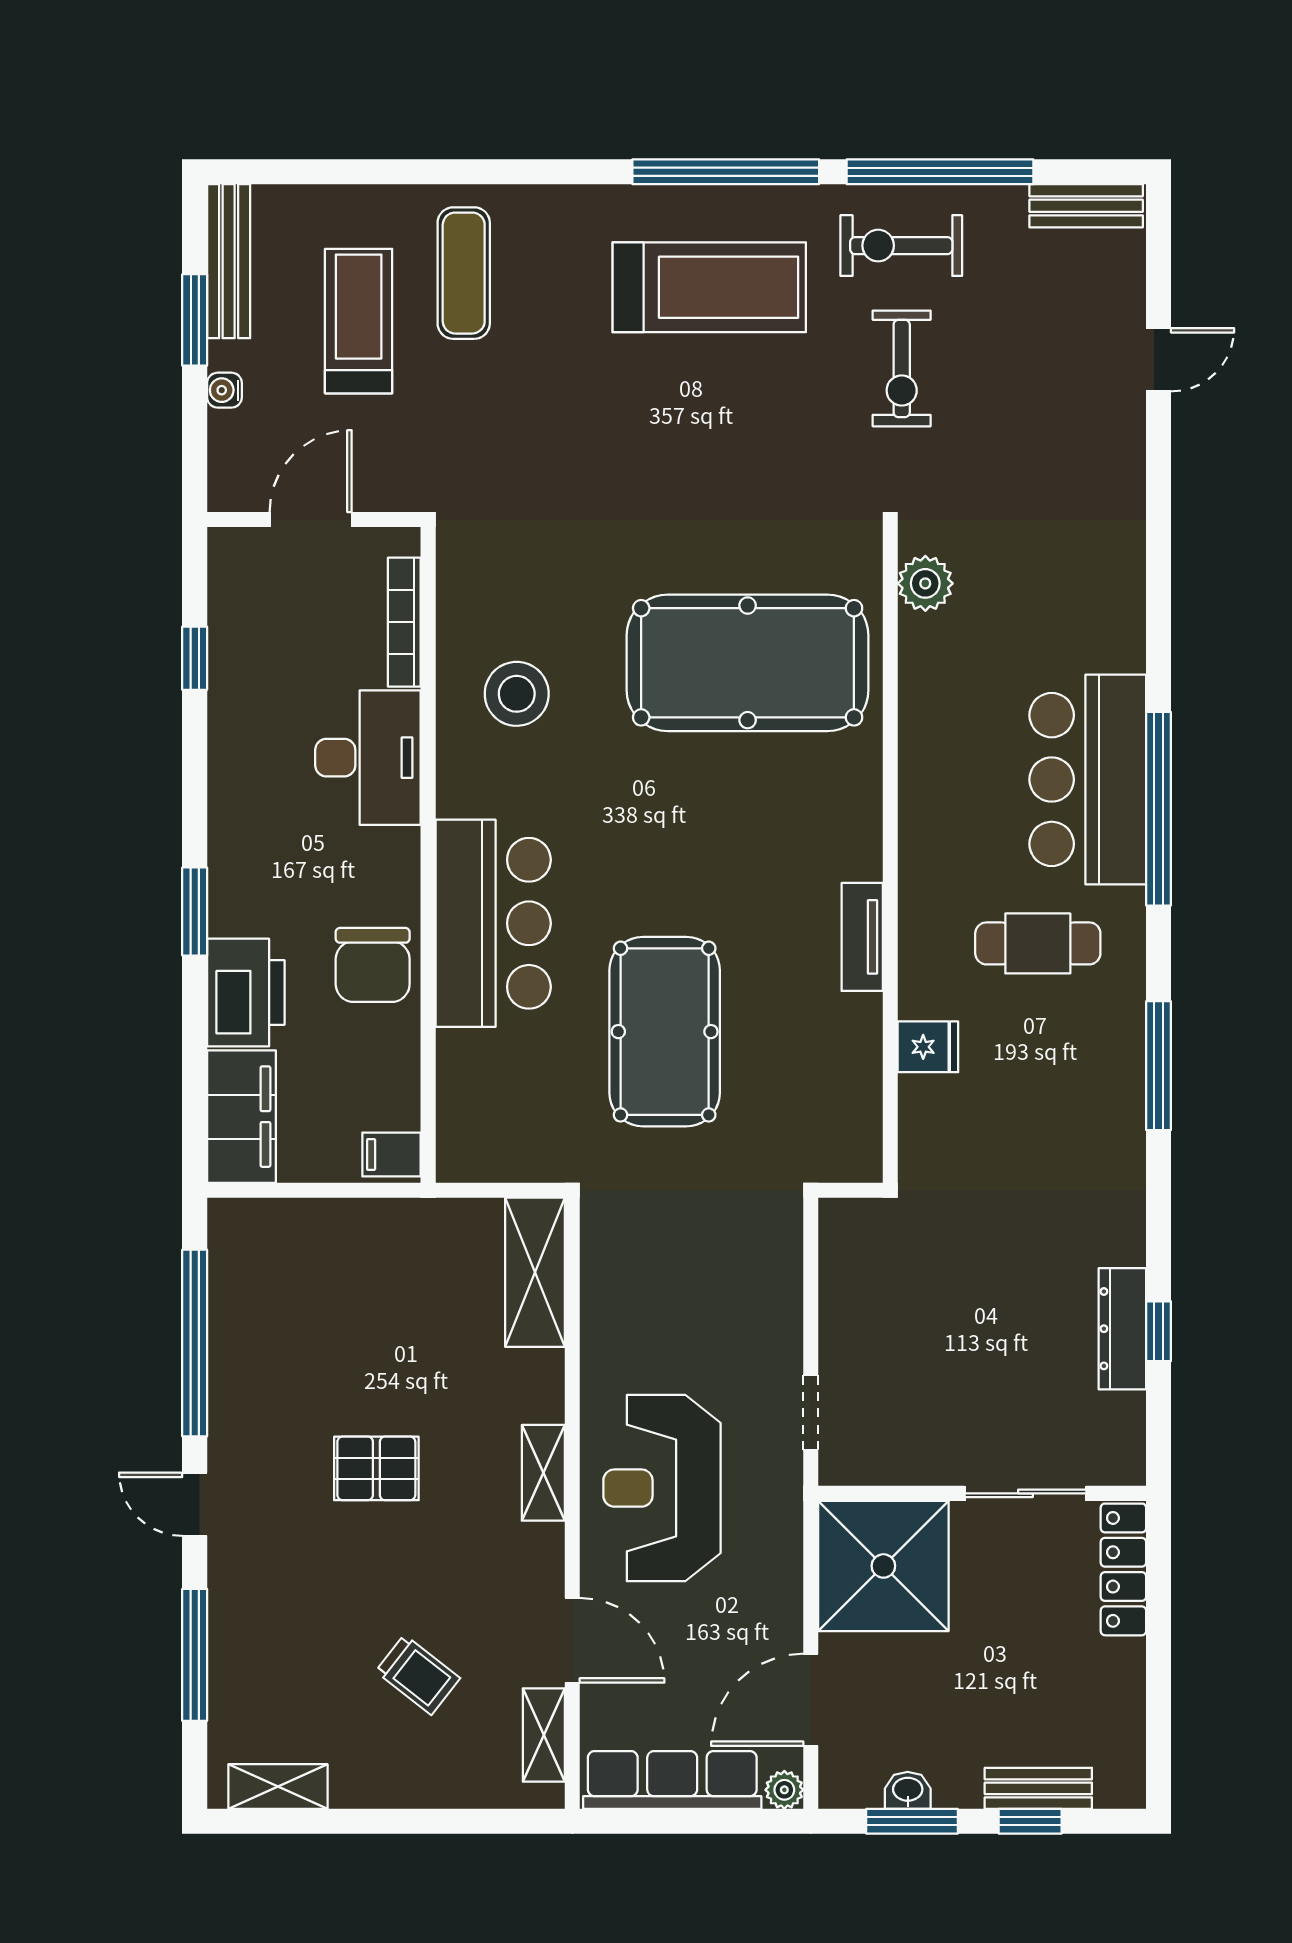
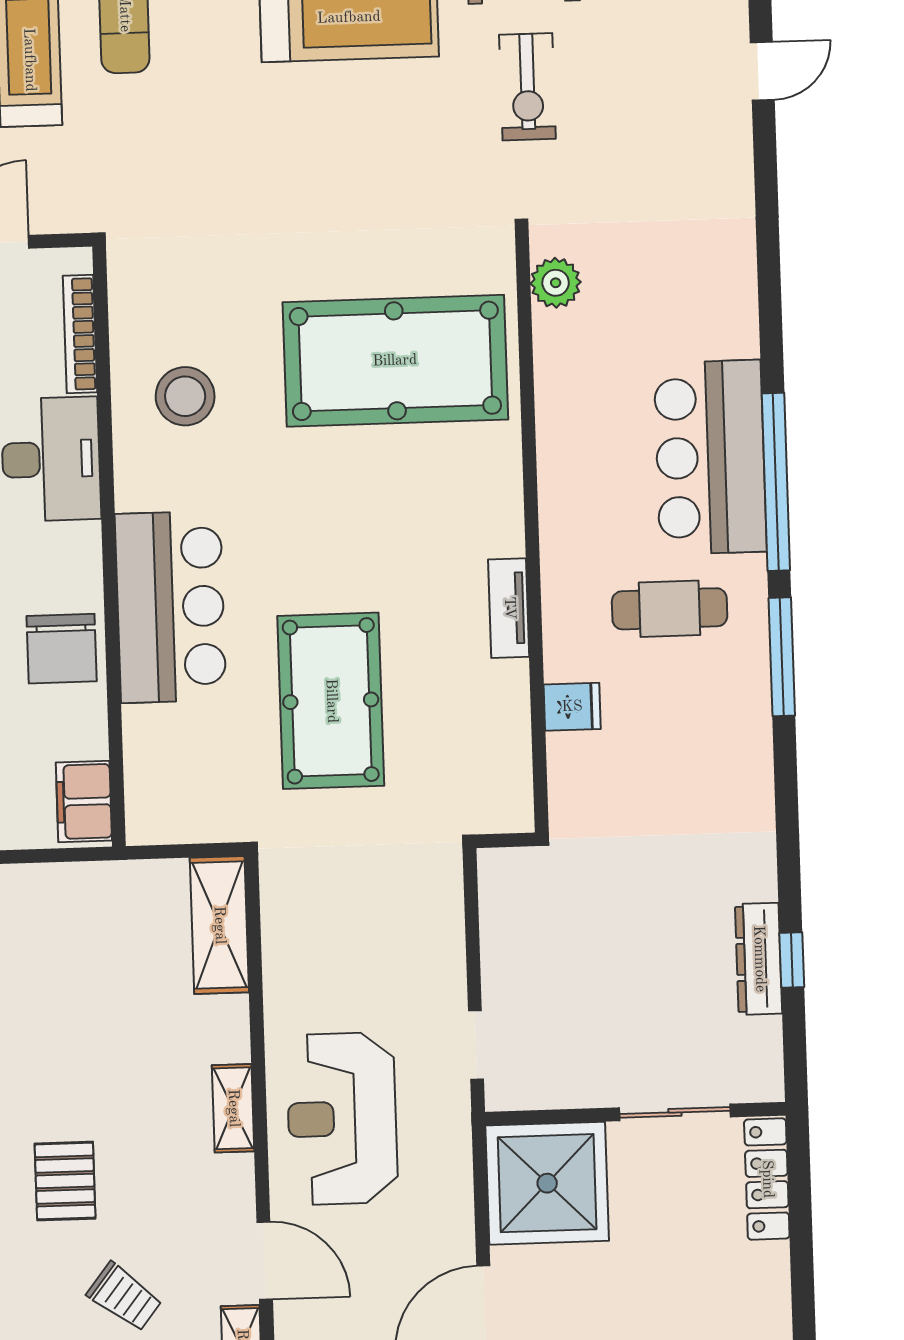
window: (1159, 1066) -> (782, 657), moved
filing cabinet: (392, 1155) -> (84, 802), width x2.00
pallet: (376, 1468) -> (65, 1181), moved, turned 90

